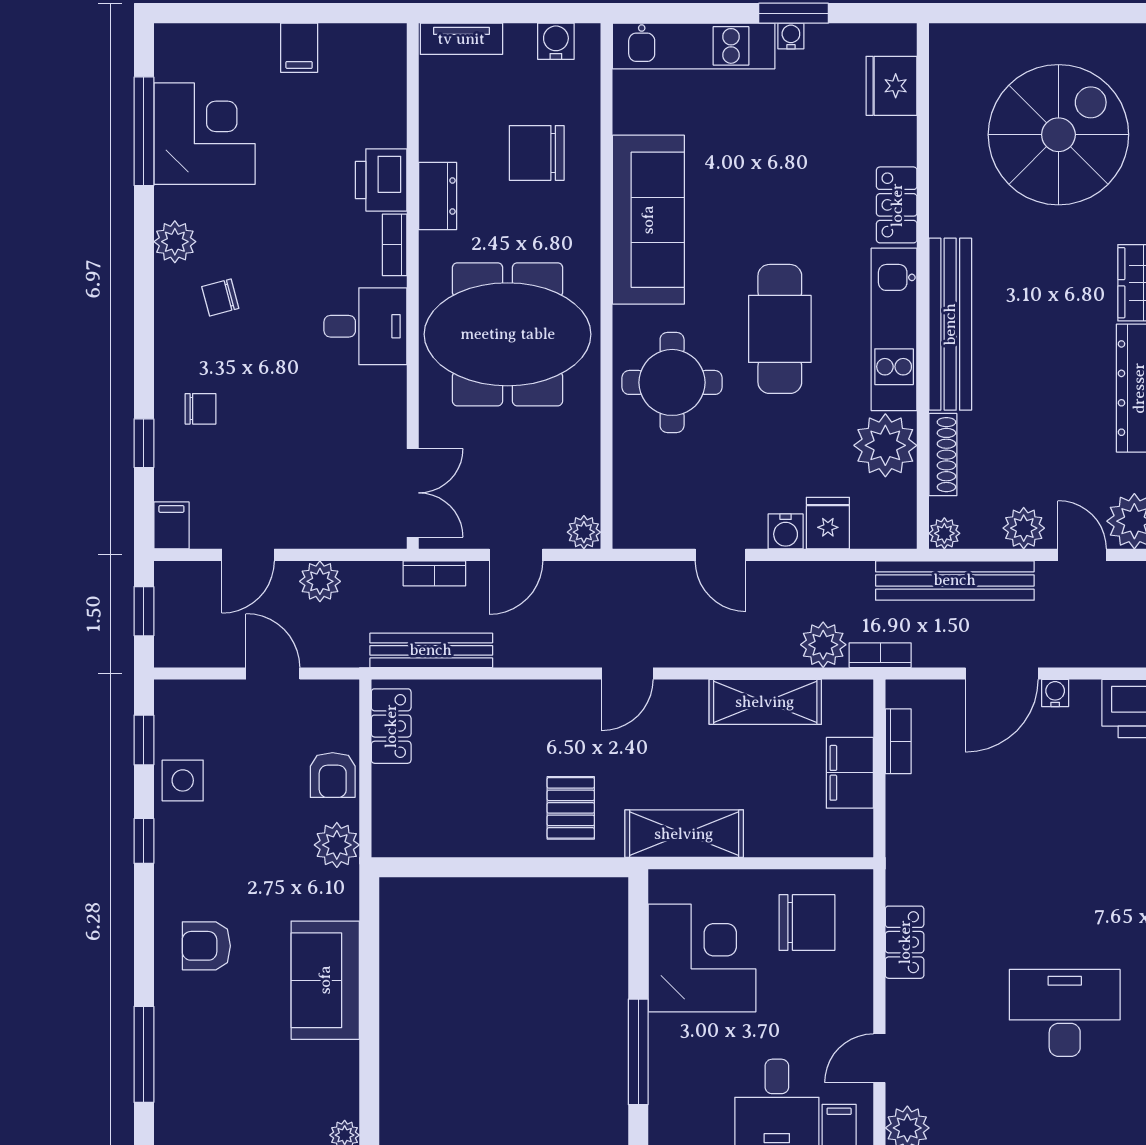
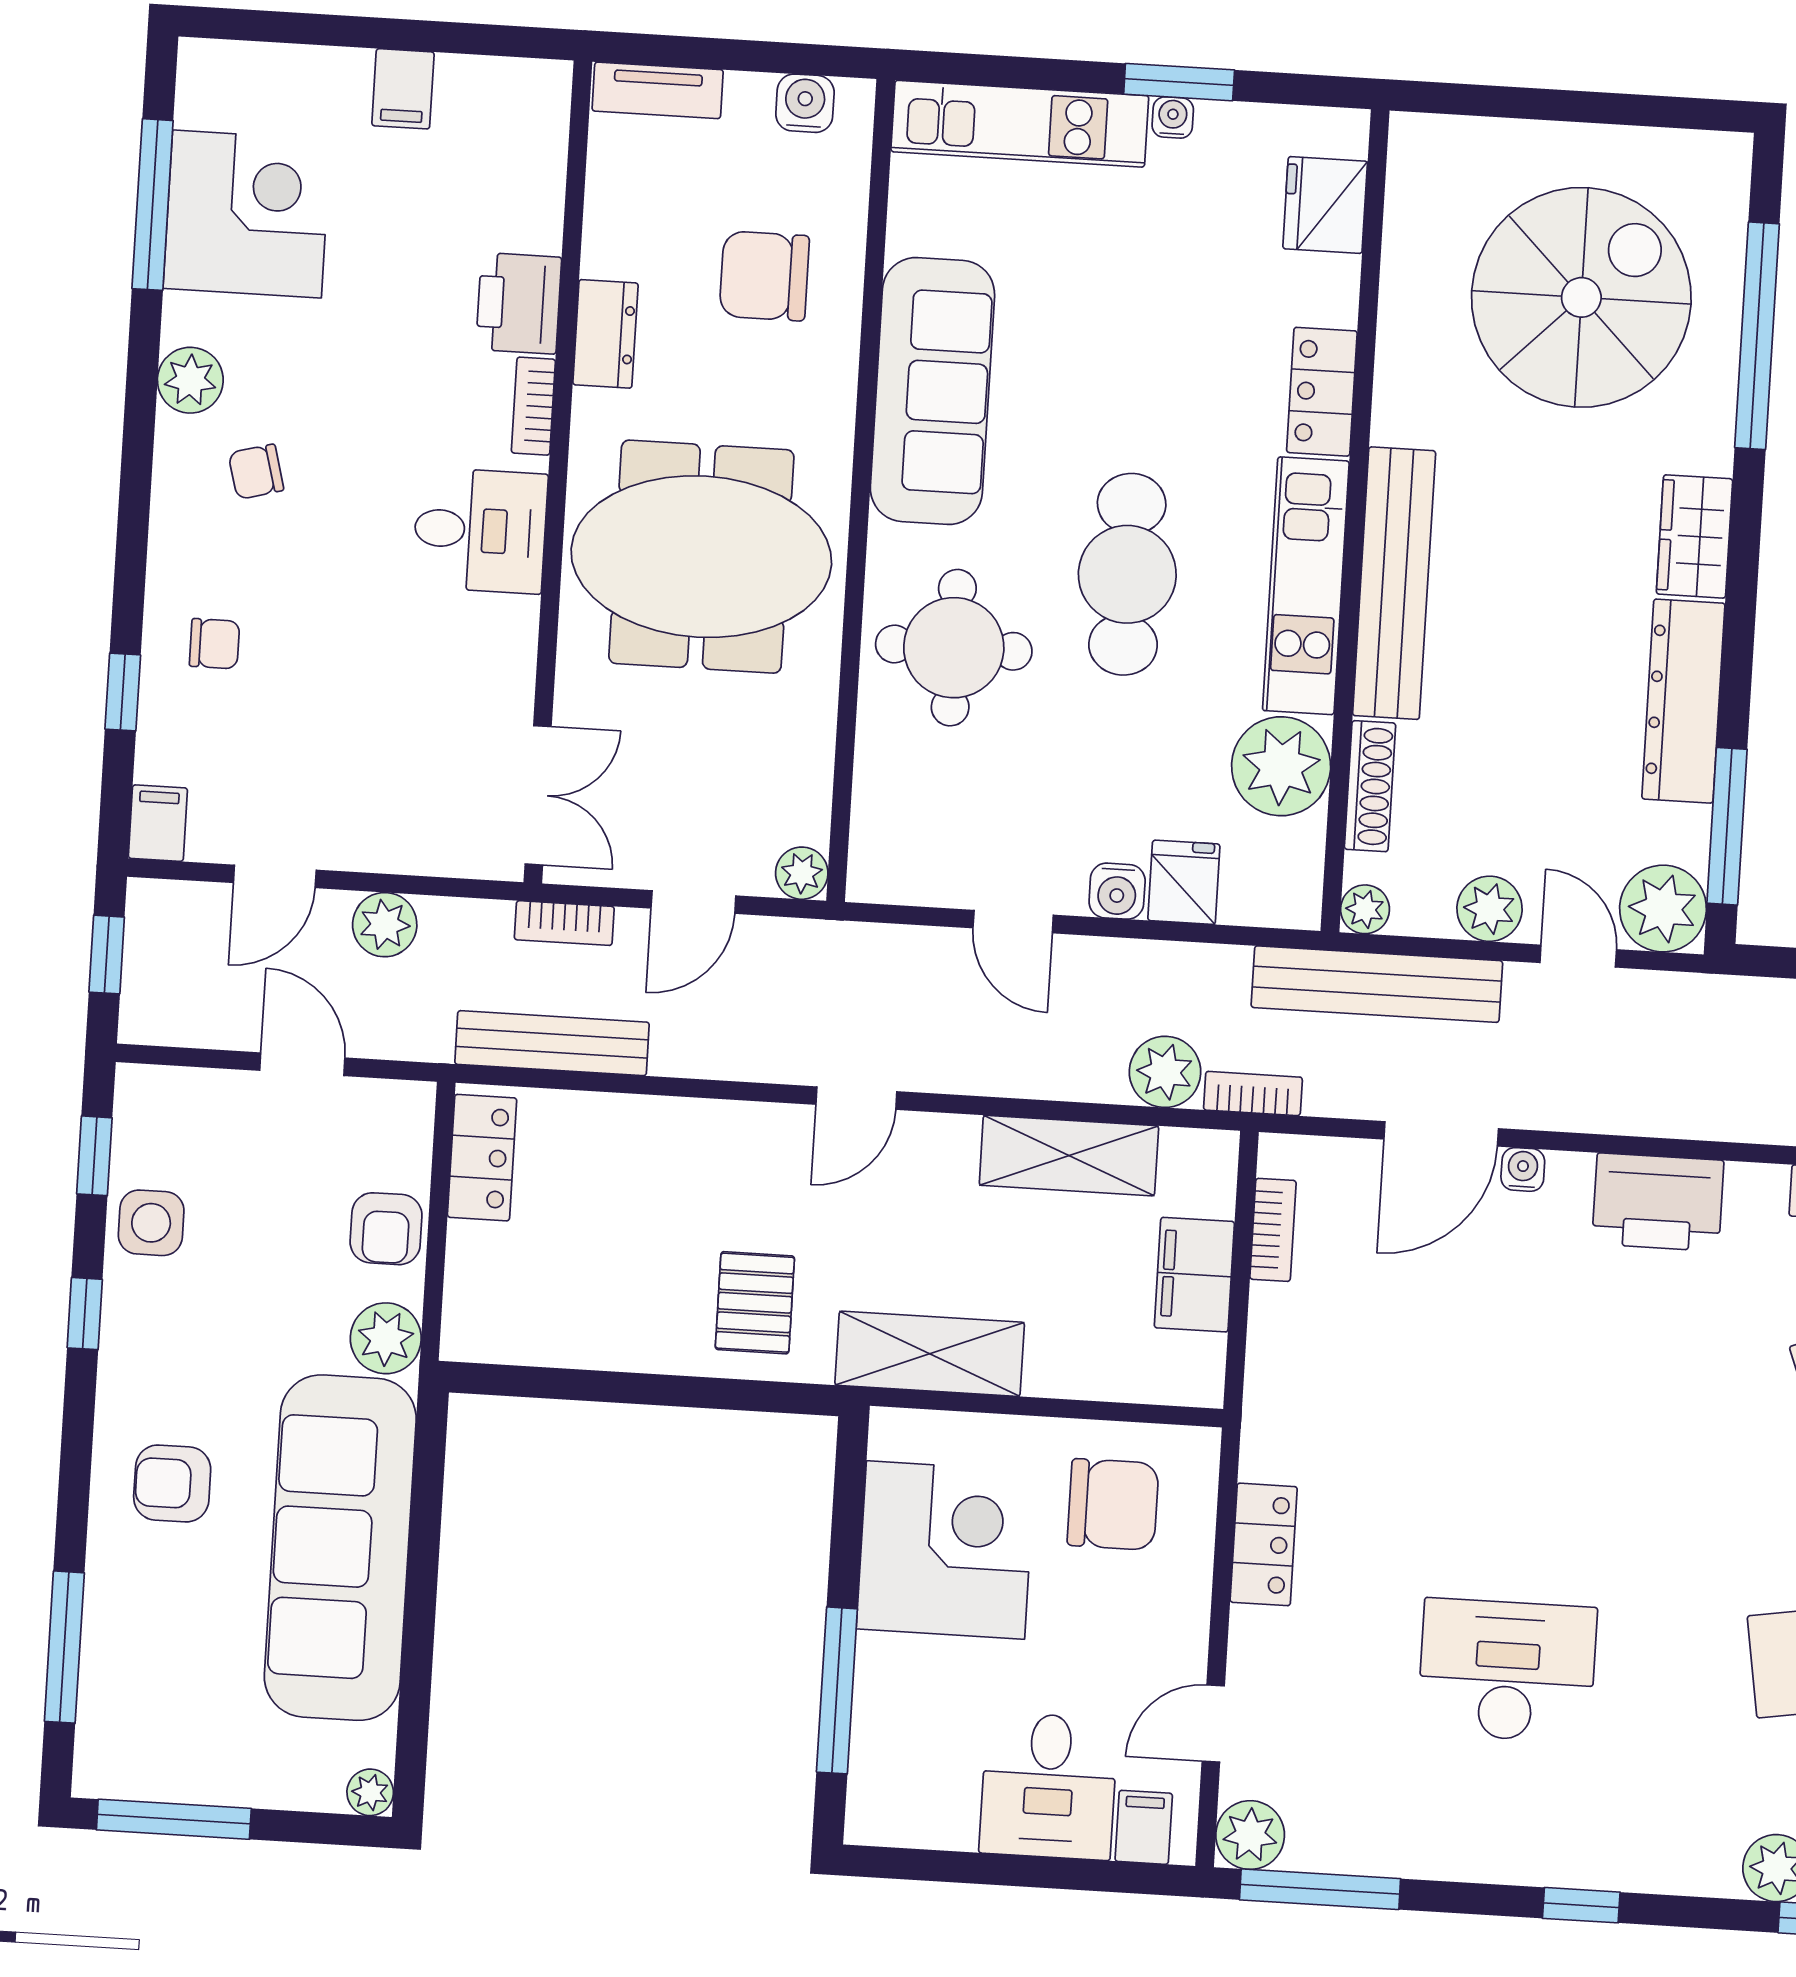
sofa: (325, 980) -> (340, 1548), width x1.85, depth x1.27

